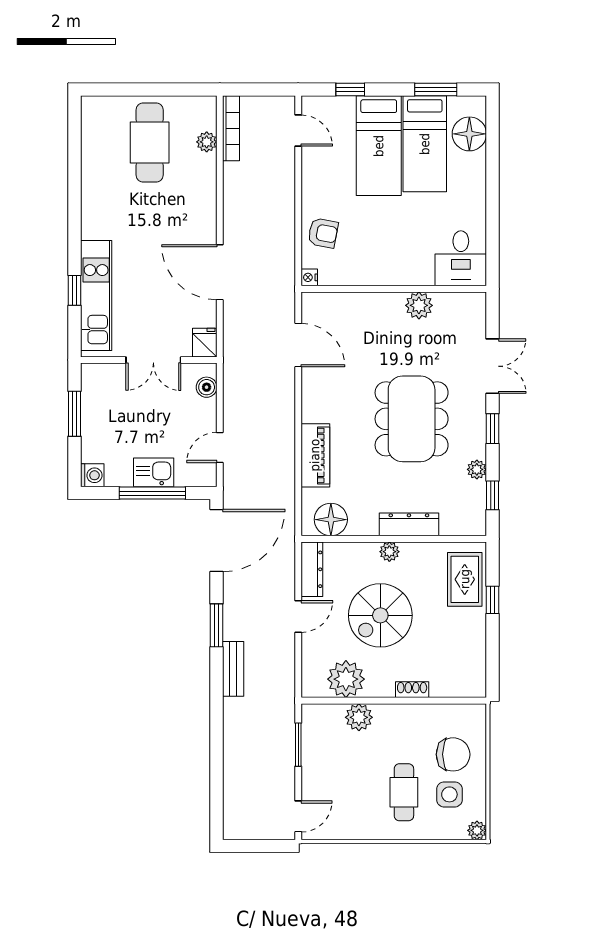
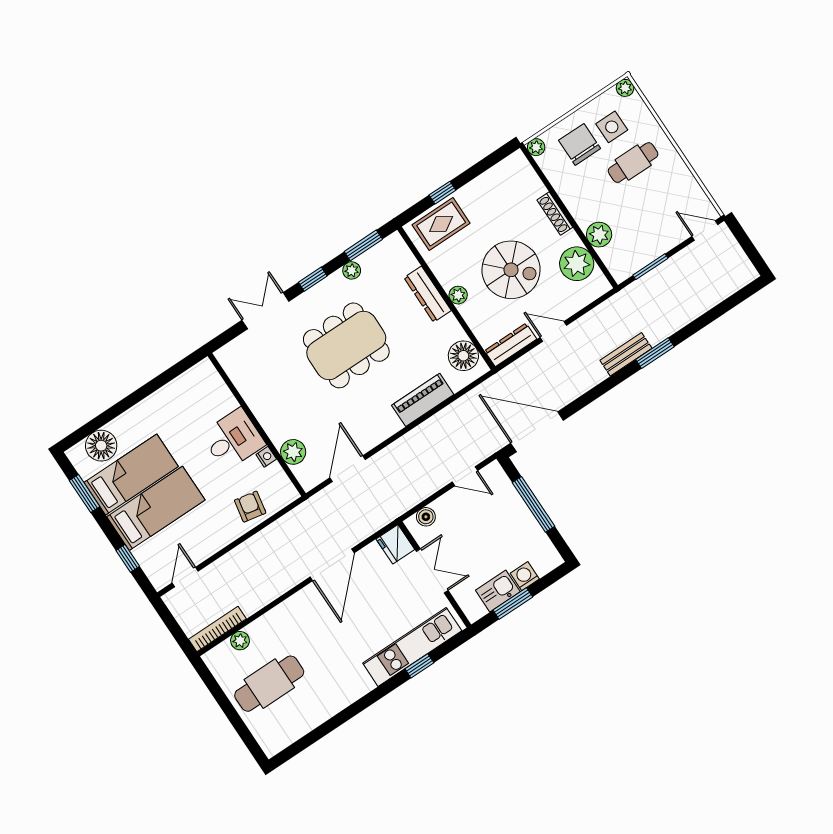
desk: (461, 258) -> (233, 439), moved
nightstand: (309, 277) -> (266, 457), moved, turned -90
plant: (419, 305) -> (293, 452), moved
fridge: (205, 343) -> (395, 544), width x1.38
kitchen sink: (154, 472) -> (498, 591), moved, turned 90
washing machine: (92, 475) -> (525, 576), moved
window: (493, 495) -> (363, 245), width x1.50
window: (217, 625) -> (655, 353), moved
shoe rack: (412, 690) -> (555, 214), width x1.43
plant: (477, 713) -> (536, 147), added

